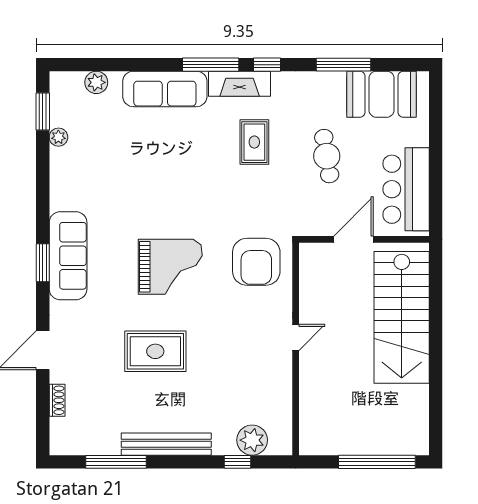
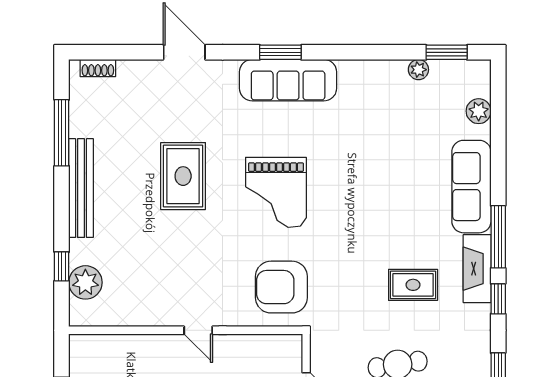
shoe rack: (57, 400) -> (98, 68), moved

